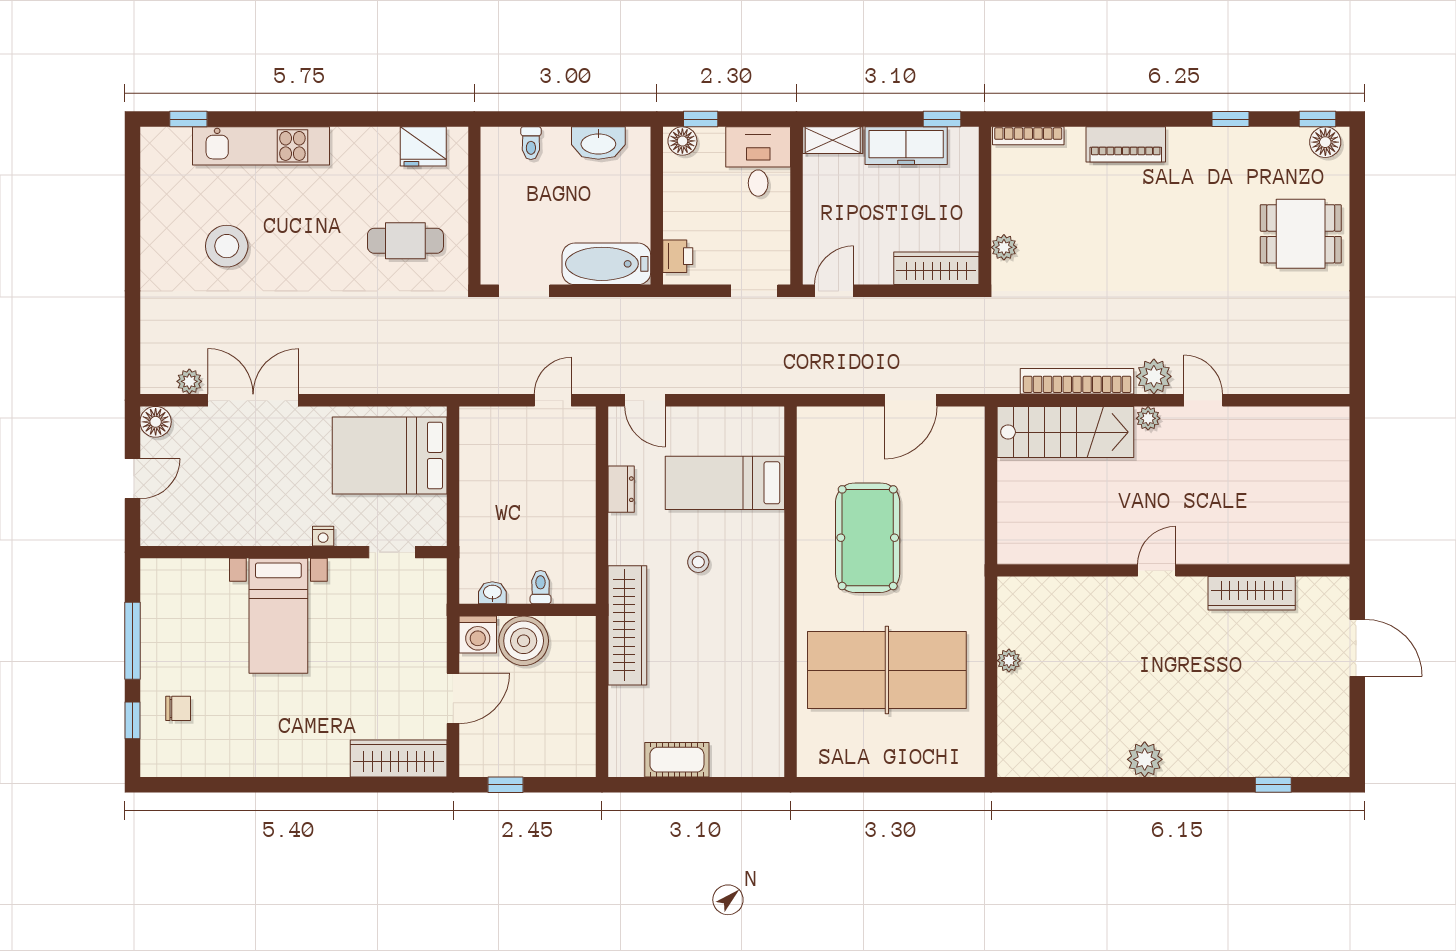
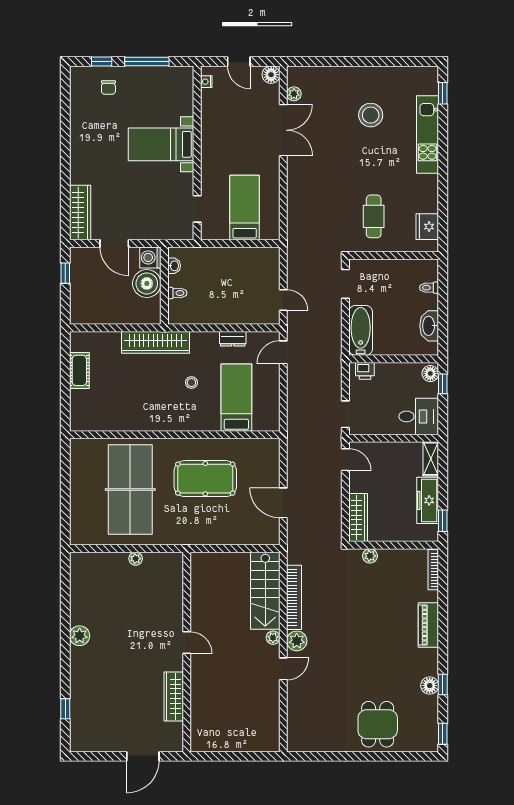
floor lamp: (1325, 142) -> (430, 686), moved
bed: (390, 455) -> (245, 208), width x0.67
nightstand: (323, 536) -> (206, 82), moved

